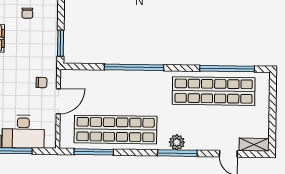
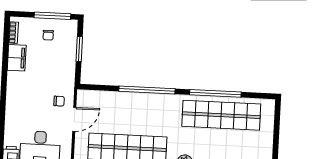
window: (61, 43) -> (79, 49), moved
window: (227, 69) -> (215, 93), moved

